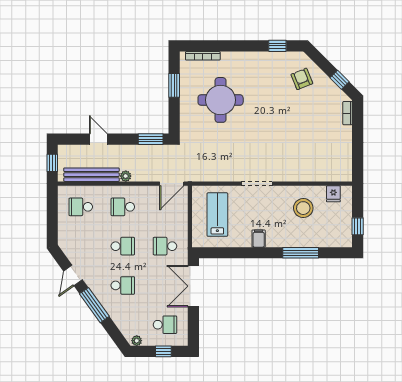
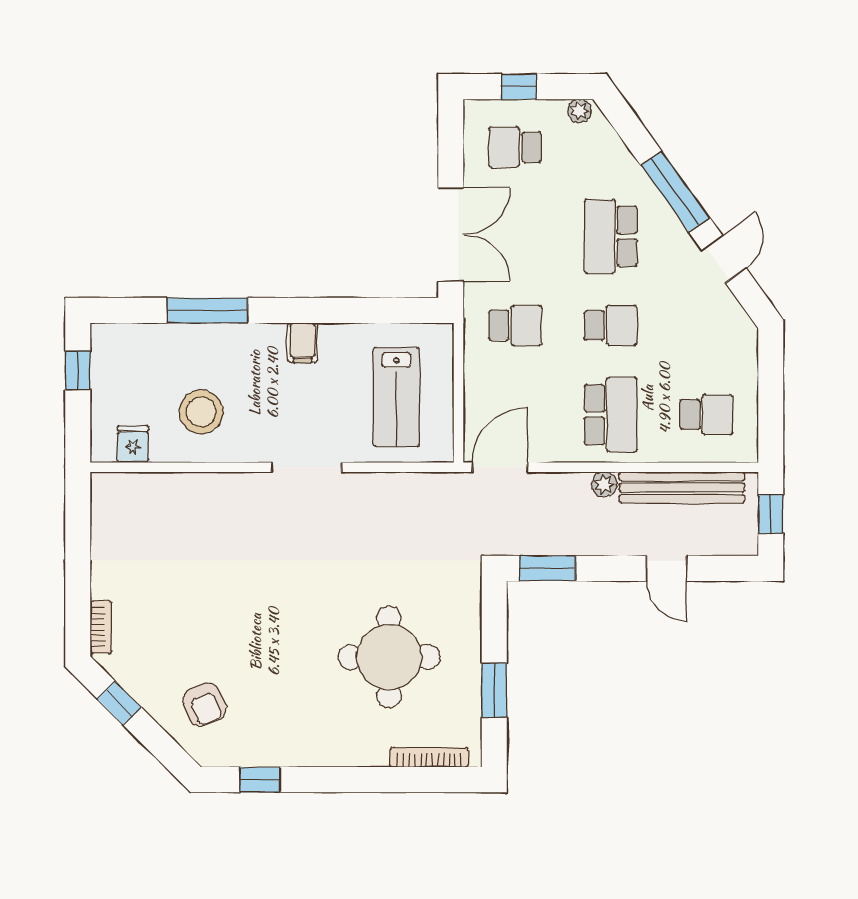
school desk: (123, 207) -> (611, 415), width x1.85
school desk: (123, 246) -> (611, 325), turned 180
school desk: (123, 285) -> (611, 236), width x1.85

